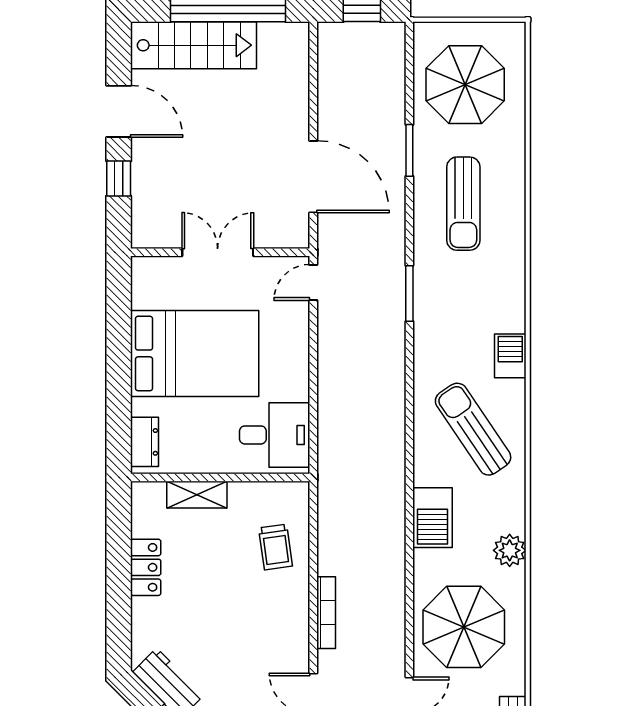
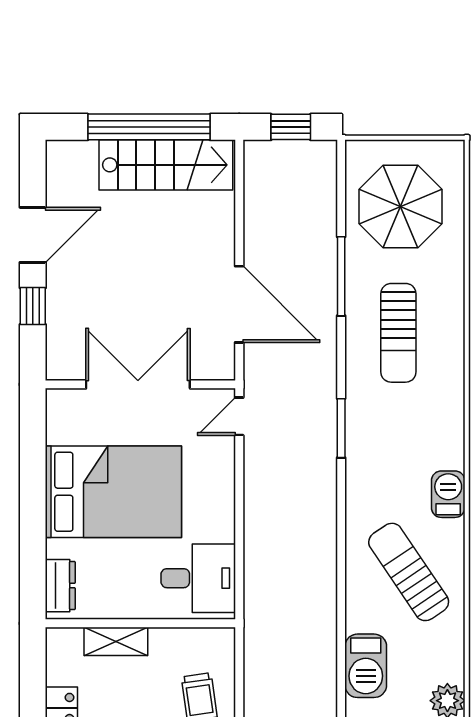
stairs: (193, 45) -> (166, 165), moved
door: (119, 111) -> (33, 235), hinge flipped
window: (409, 150) -> (341, 276), width x1.44
double door: (218, 252) -> (138, 384), width x1.37

